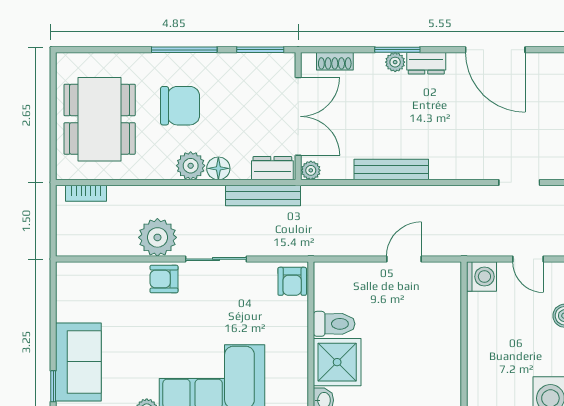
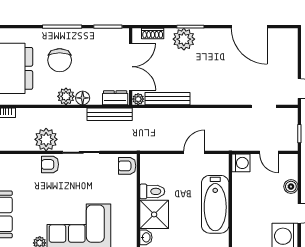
plant: (395, 62) -> (184, 39), width x1.87, depth x1.87
dresser: (426, 63) -> (208, 35), removed
chair: (180, 106) -> (60, 60), turned 90
bench: (391, 169) -> (168, 99), moved
armchair: (292, 281) -> (127, 166), turned 90
bathtub: (439, 345) -> (215, 204), added

